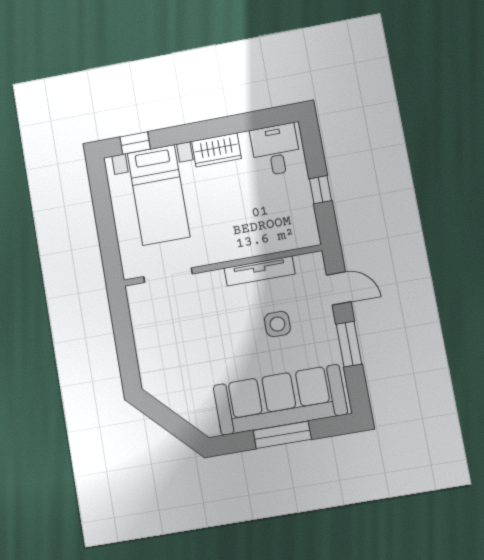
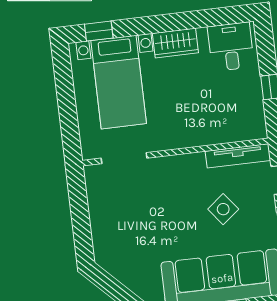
tv unit: (260, 271) -> (238, 156), moved
side table: (277, 324) -> (223, 209), turned -38

